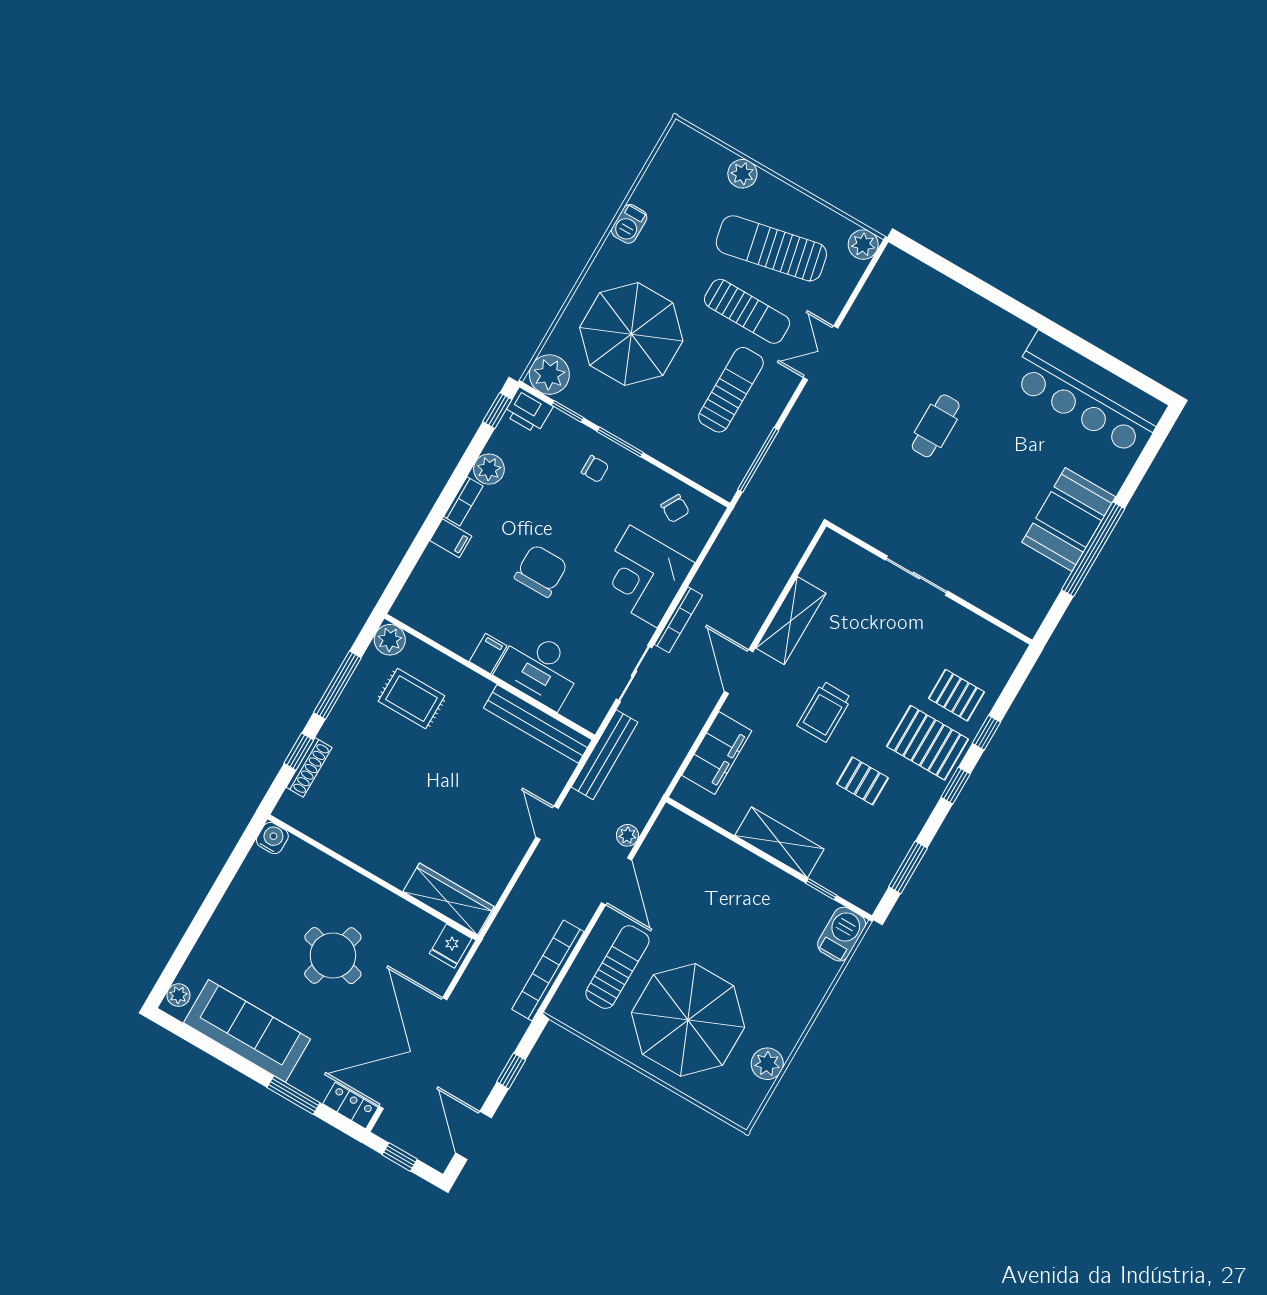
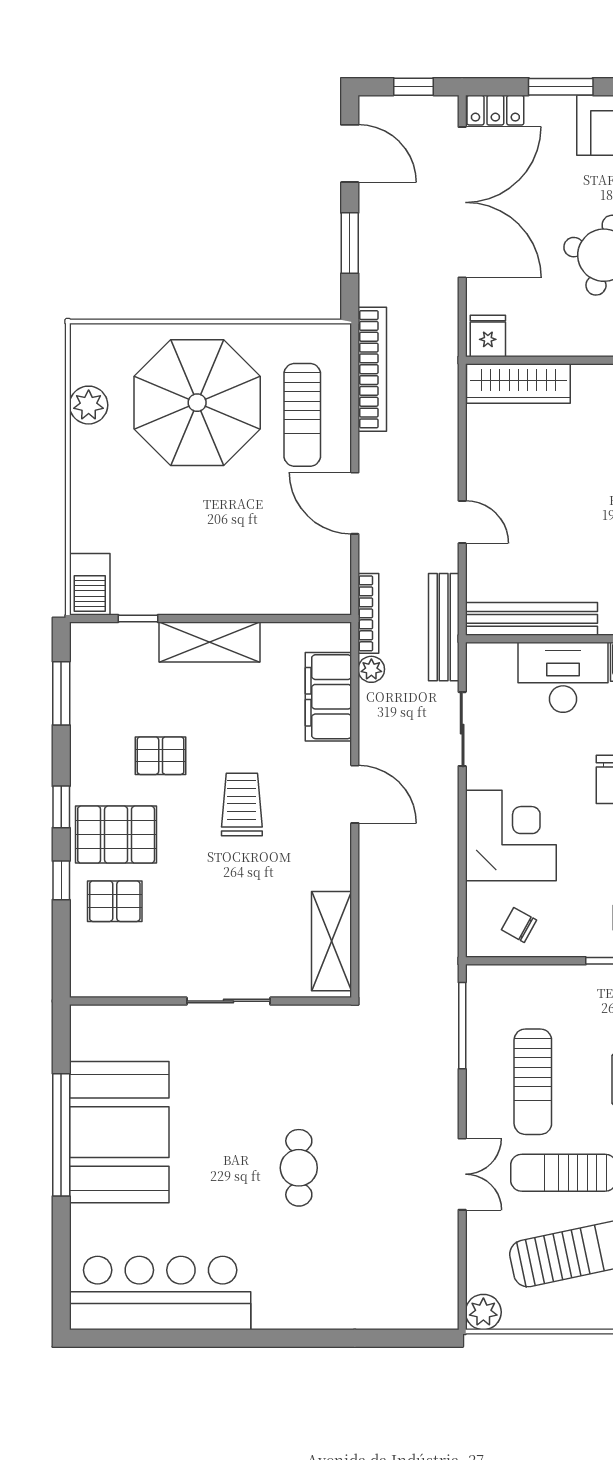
booth: (1069, 520) -> (119, 1132), width x1.36, depth x1.42
bookcase: (678, 620) -> (368, 613), moved, turned 180
shelving: (791, 621) -> (331, 941), moved
plant: (627, 835) -> (371, 669), moved
window: (511, 1071) -> (350, 243), width x1.50

